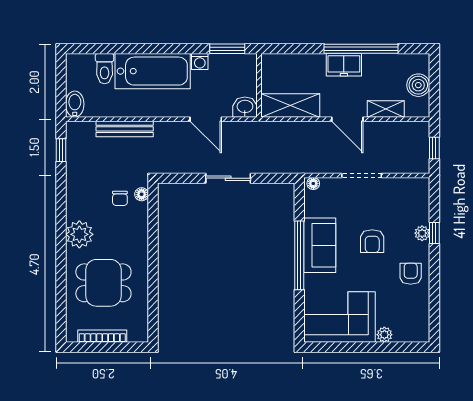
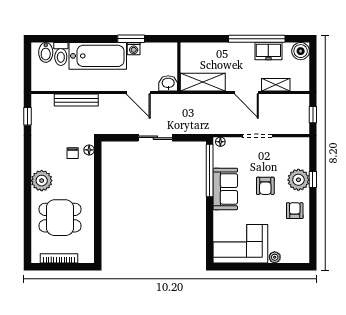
window: (227, 49) -> (131, 39), moved
freezer: (344, 65) -> (268, 51), moved
boiler: (418, 85) -> (301, 51), moved
bidet: (75, 104) -> (46, 52), moved, turned 180
plant: (422, 233) -> (298, 180), width x1.88, depth x1.88
window: (299, 255) -> (210, 171), moved

